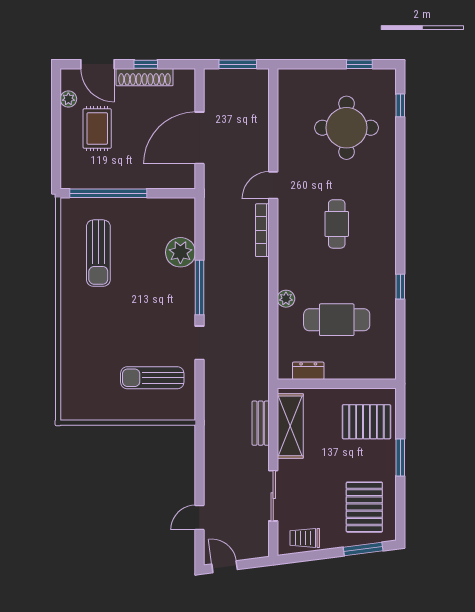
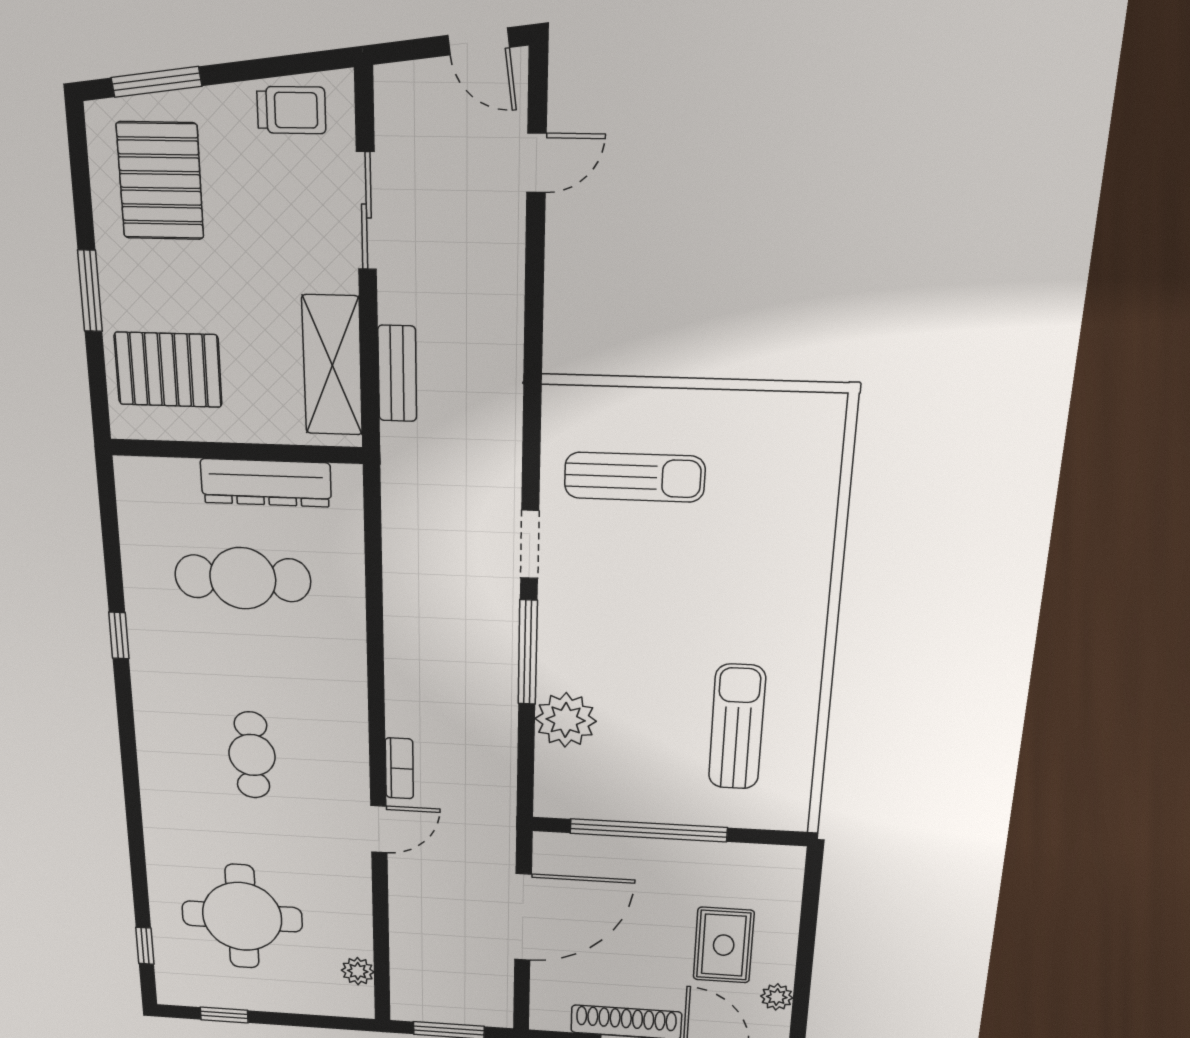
window: (108, 193) -> (648, 830), moved
bookcase: (262, 230) -> (399, 768), width x0.64
plant: (286, 299) -> (358, 971), moved
dresser: (308, 371) -> (266, 483), width x1.96, depth x1.24

